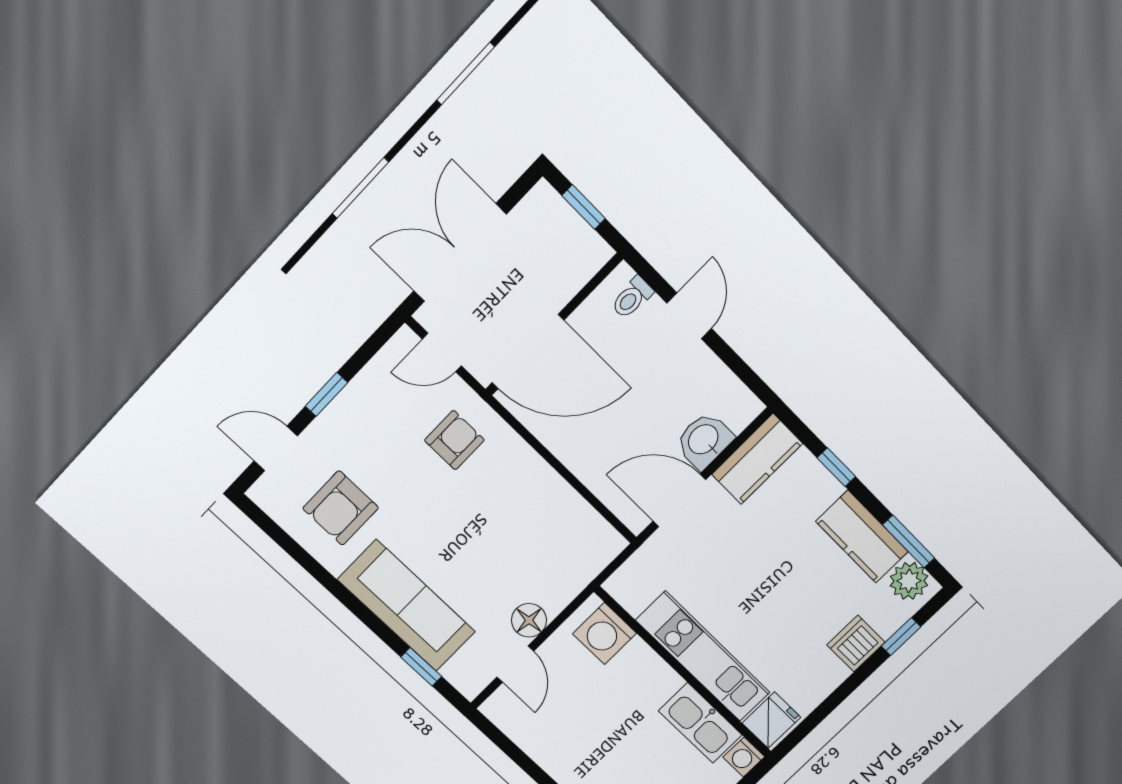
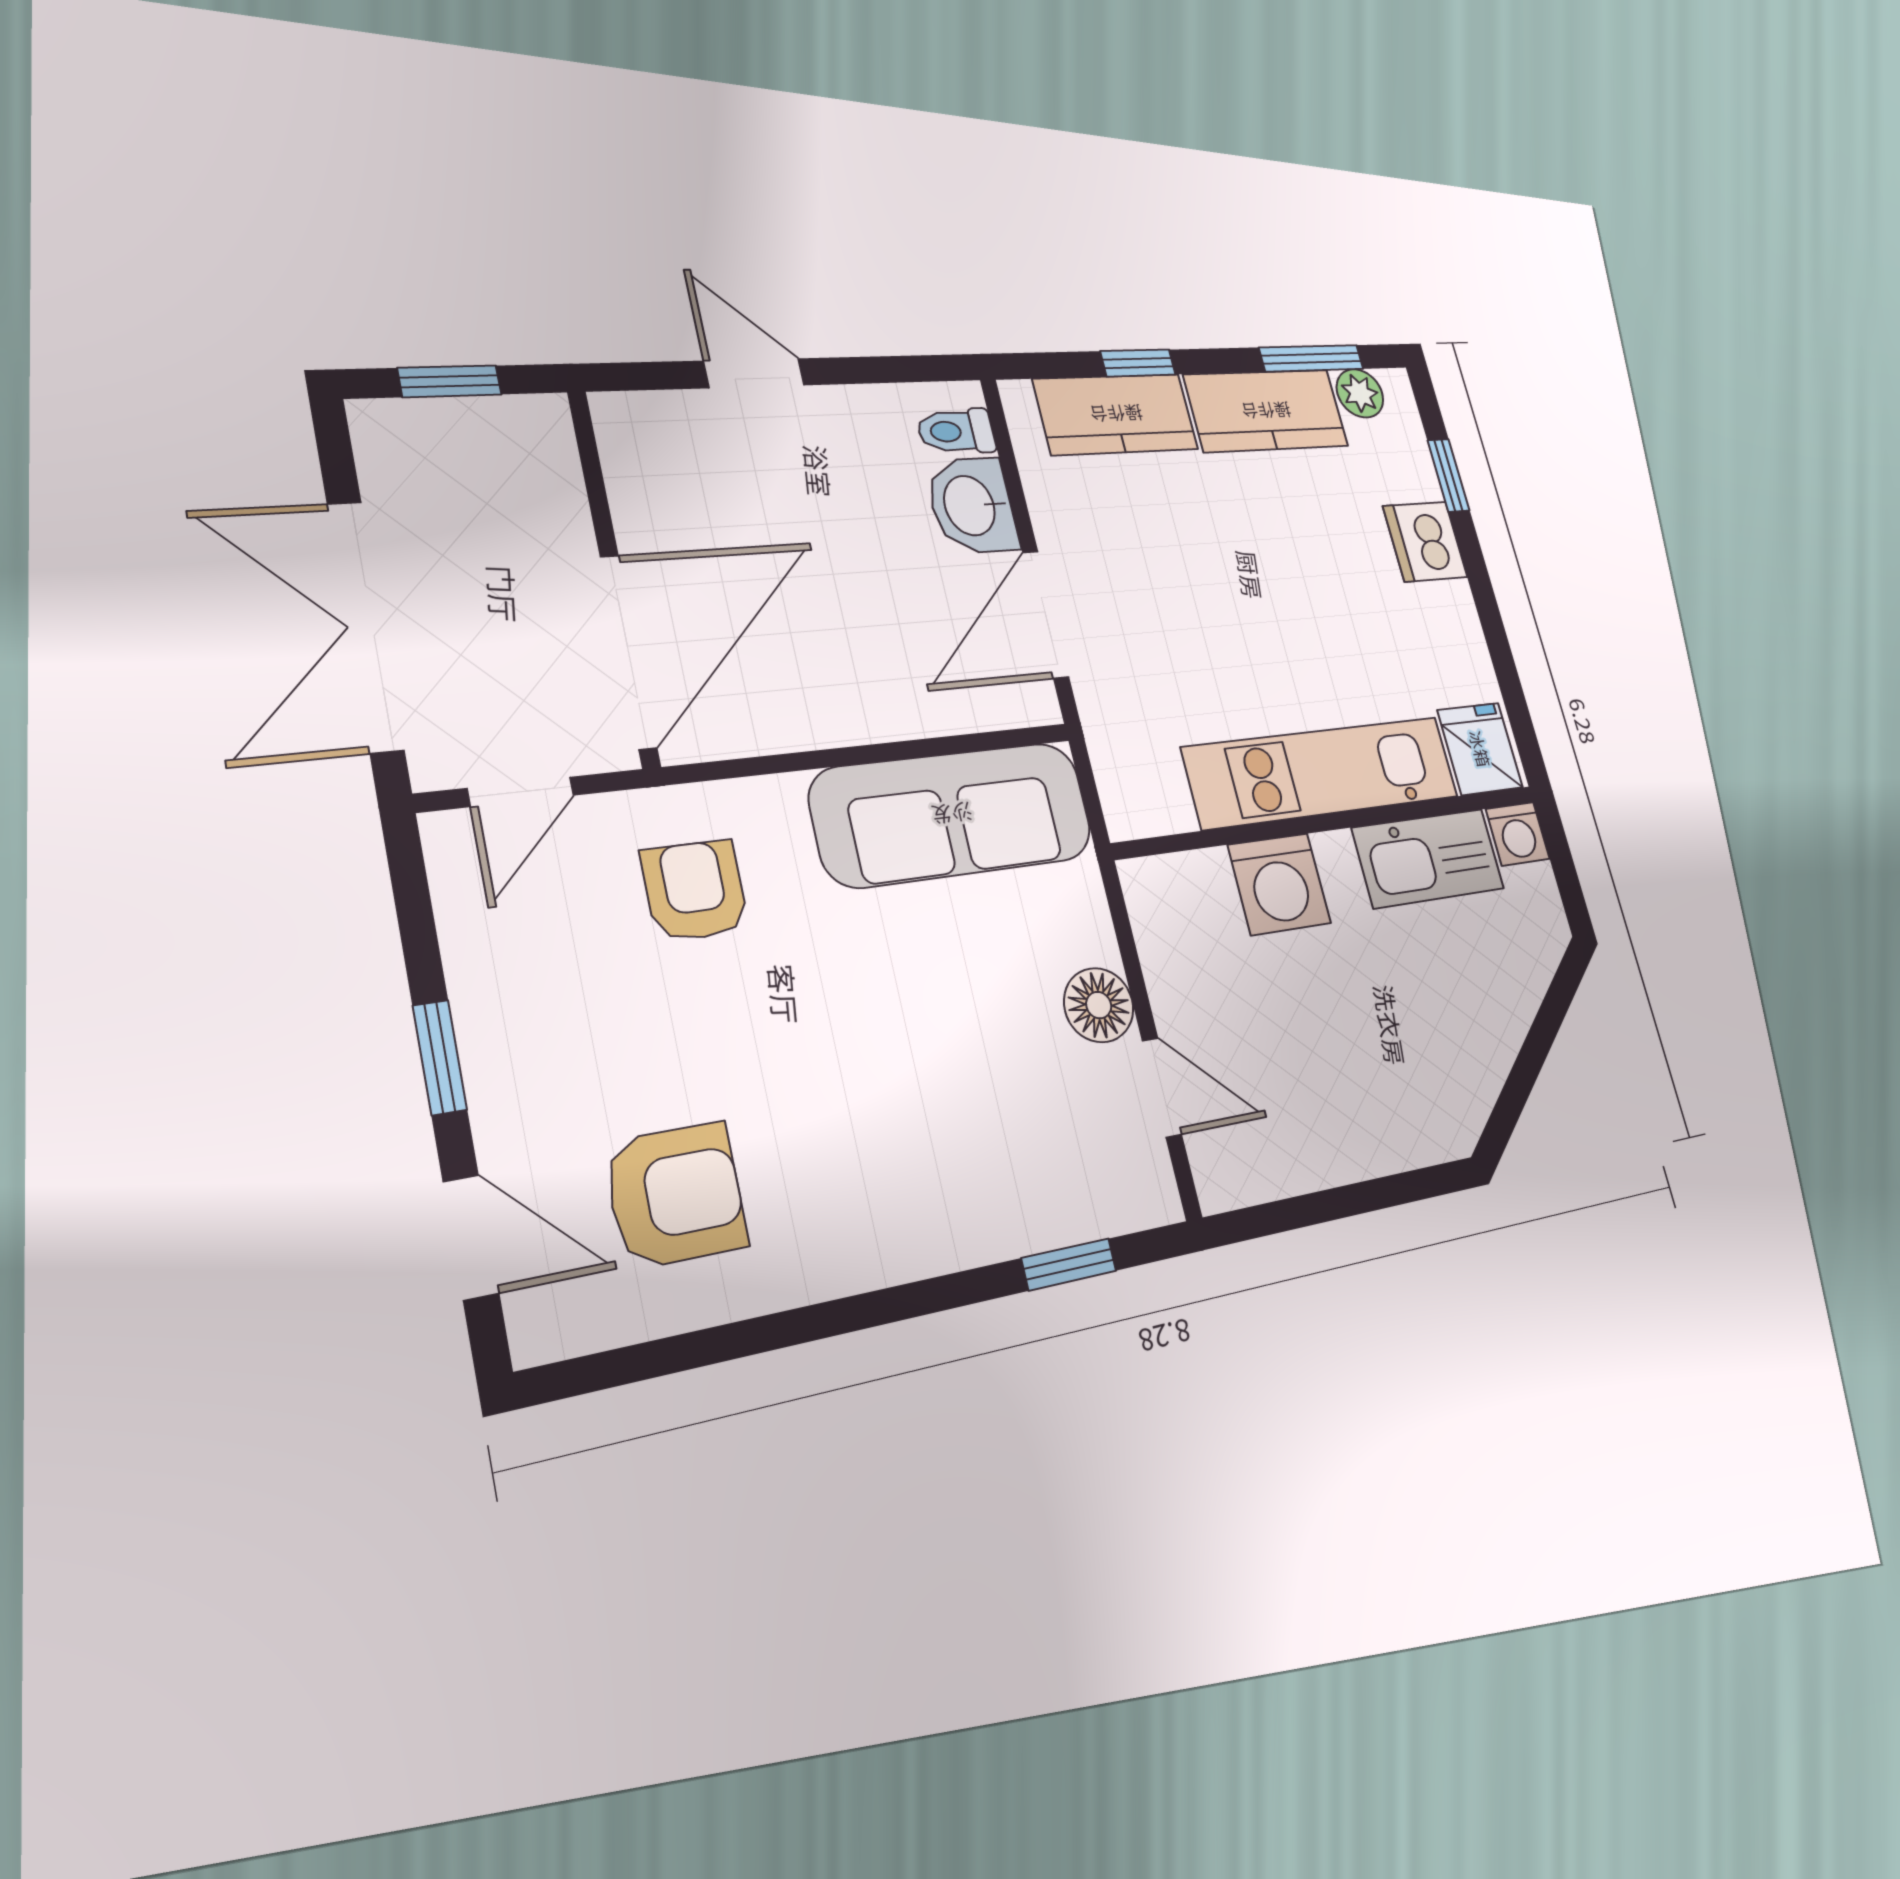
toilet: (632, 298) -> (956, 431), moved, turned 90
door: (276, 448) -> (471, 1237), swing flipped
kitchen counter: (757, 459) -> (1116, 414), moved, turned 90
armchair: (341, 508) -> (676, 1195), turned -90
plant: (909, 581) -> (1360, 393), width x0.73, depth x0.73
sofa: (407, 606) -> (952, 814), moved, turned 180
washing machine: (604, 633) -> (1279, 884), moved

